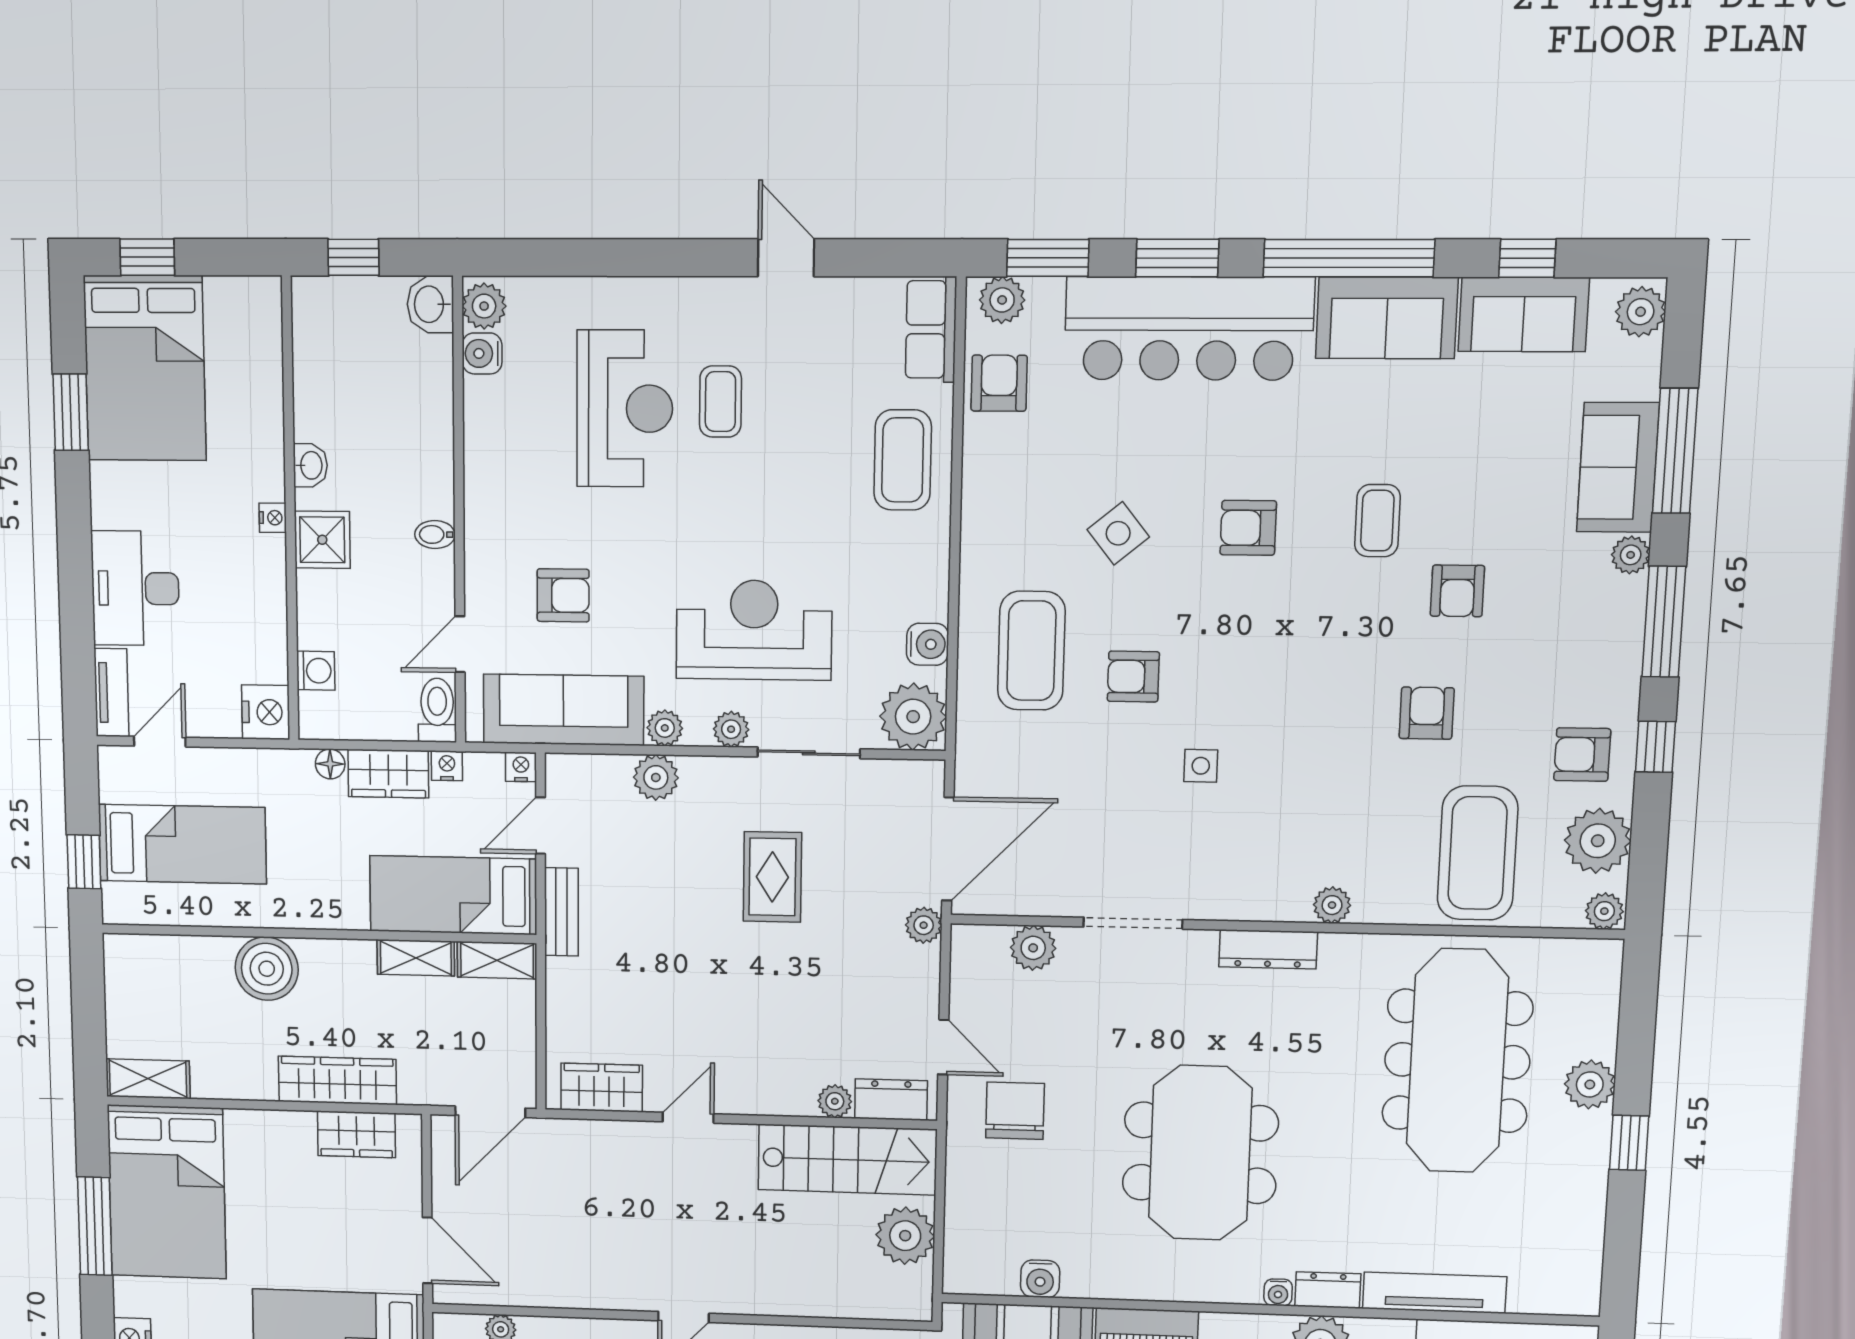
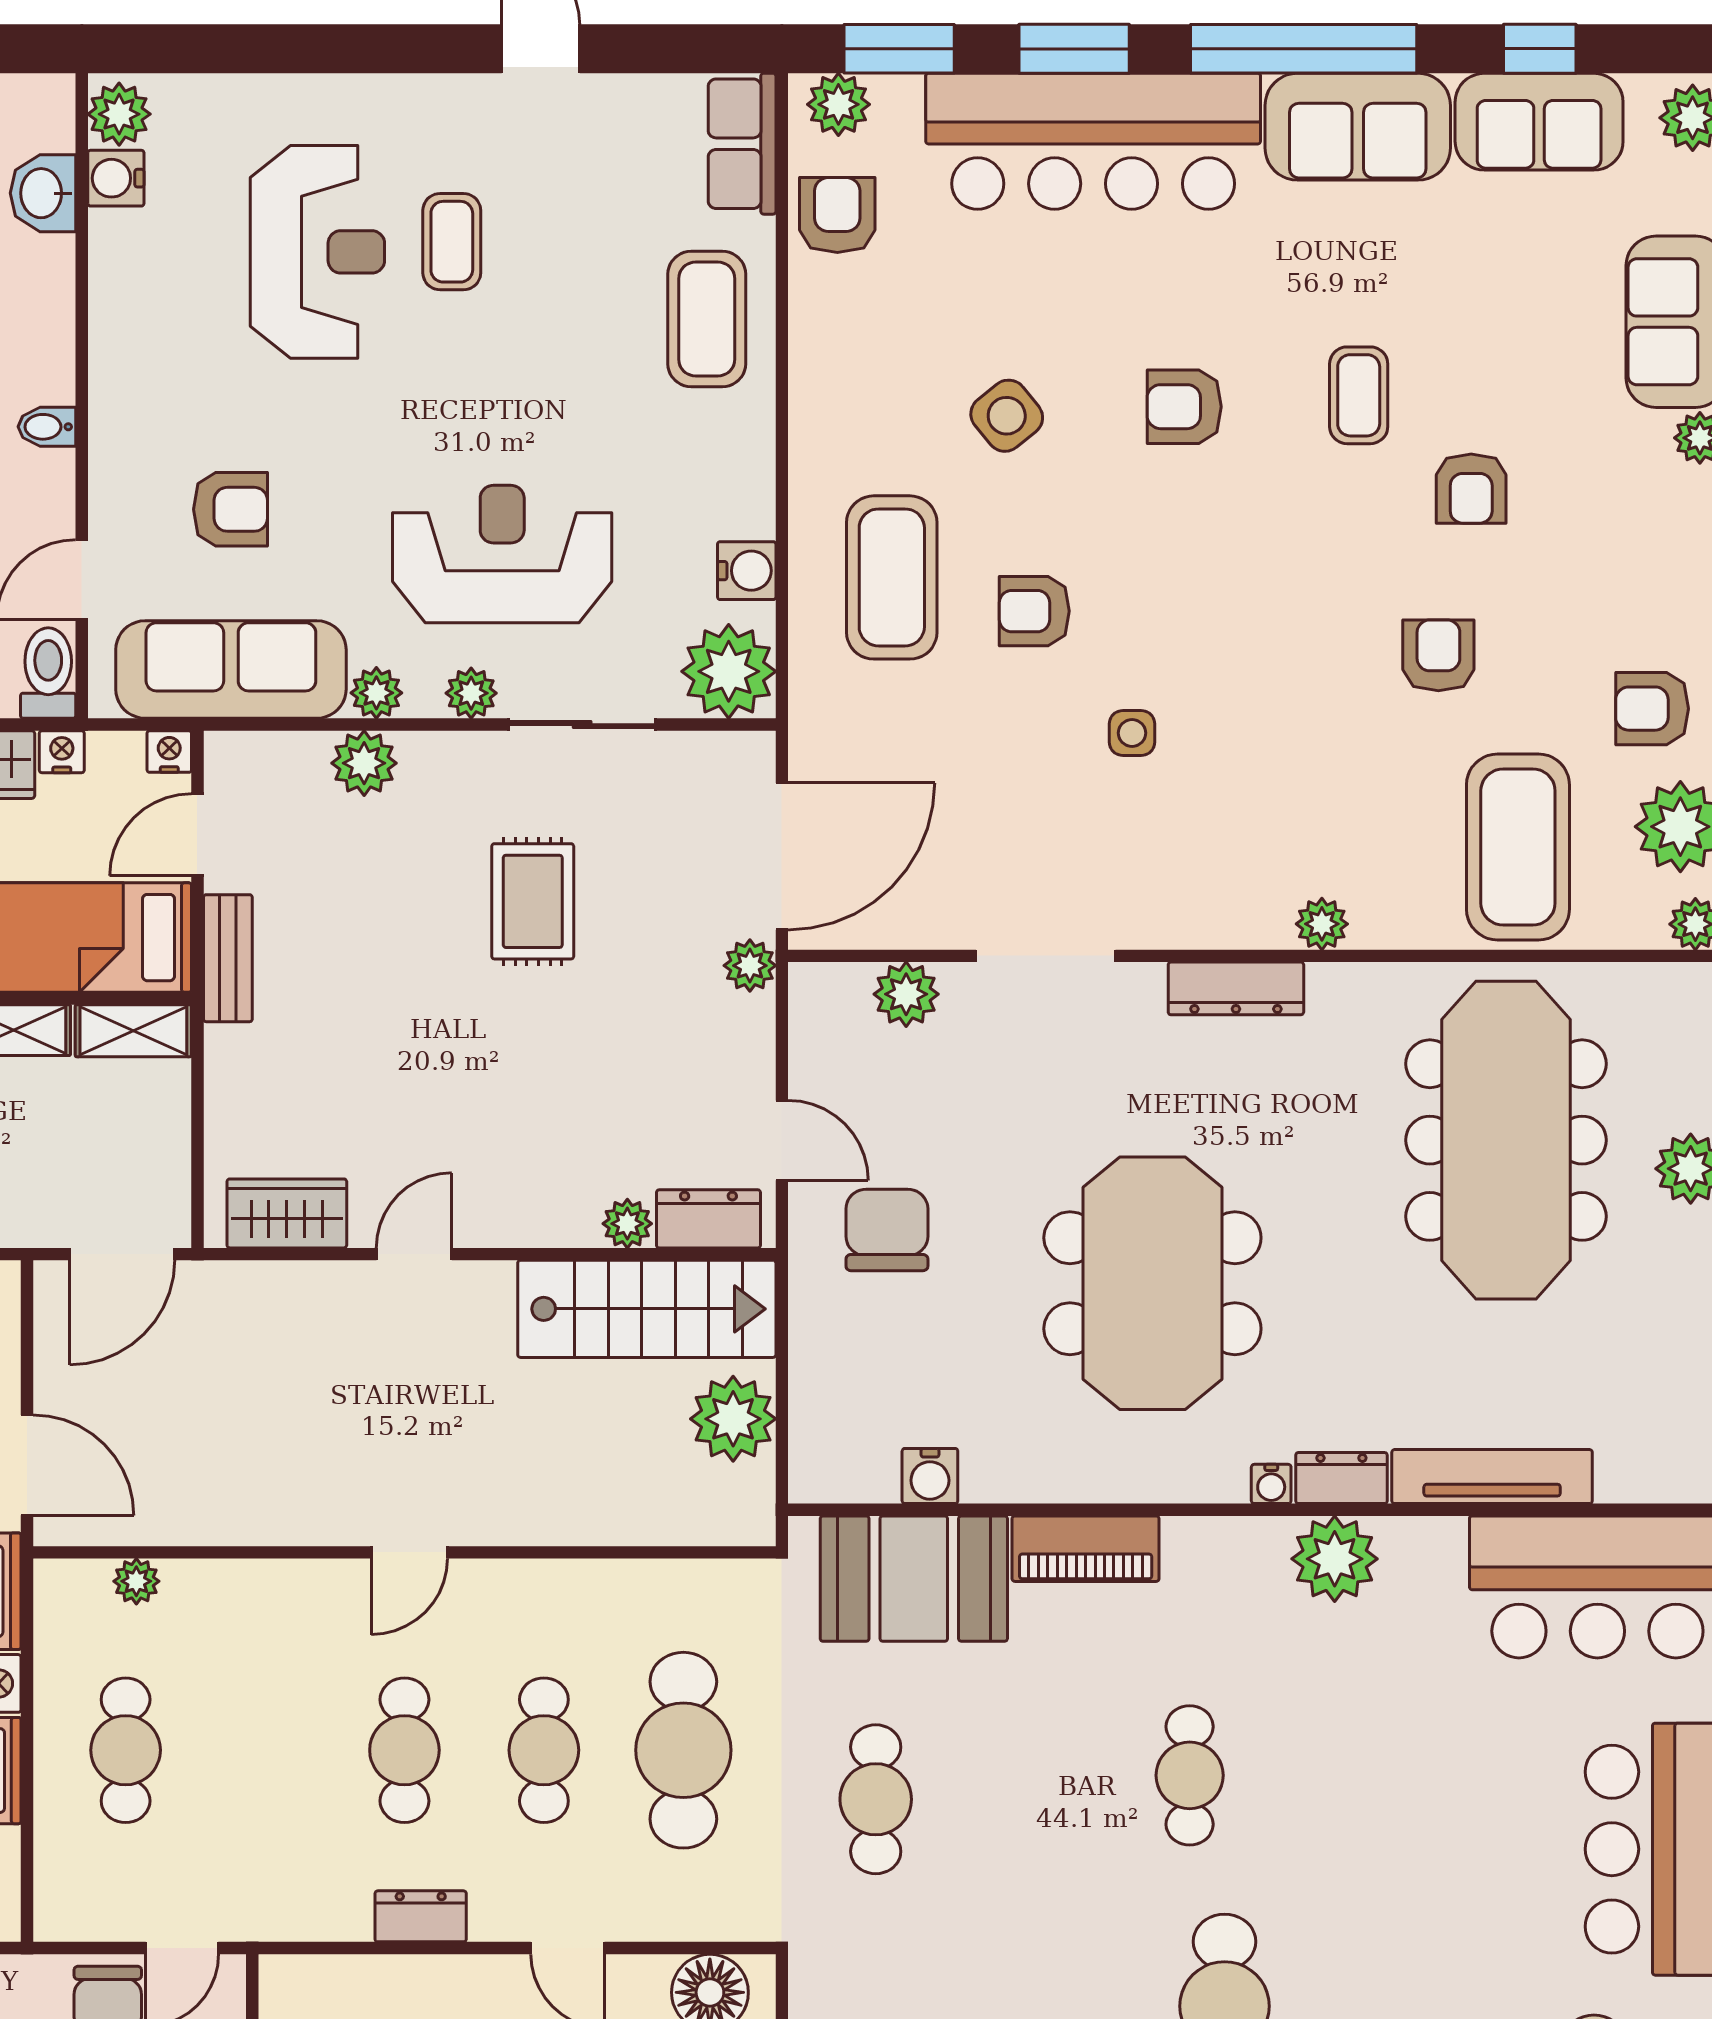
washbasin: (430, 304) -> (43, 193), moved

